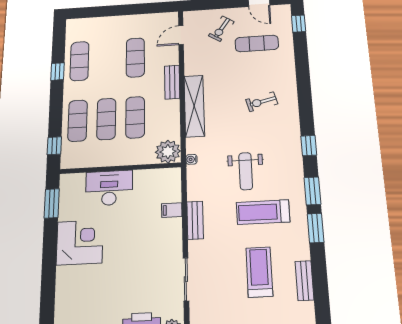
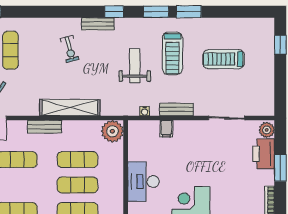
water cooler: (191, 159) -> (145, 111), moved
weight bench: (246, 171) -> (135, 66), turned -90
bench: (305, 281) -> (98, 24), moved

